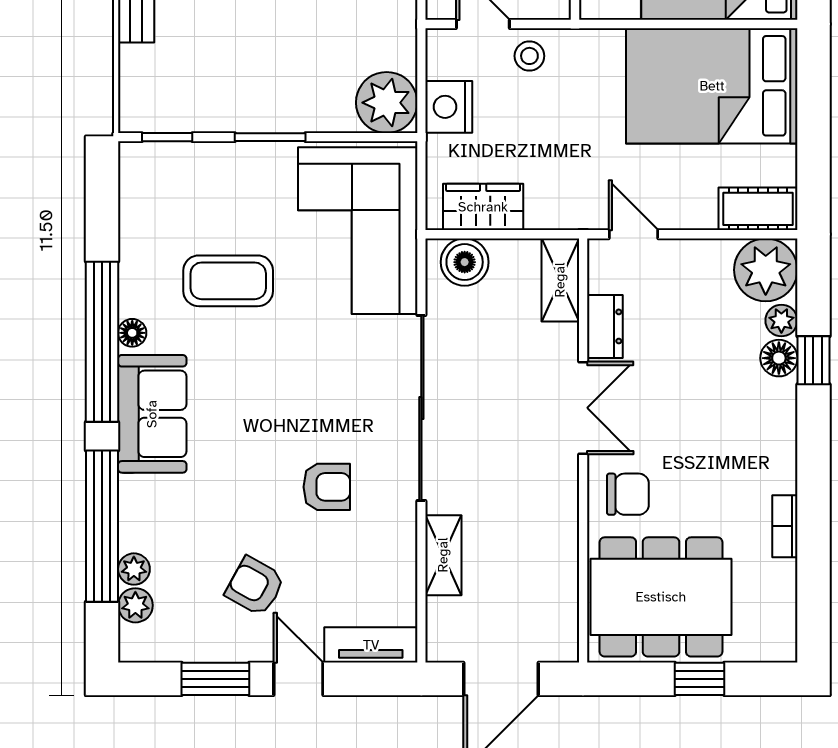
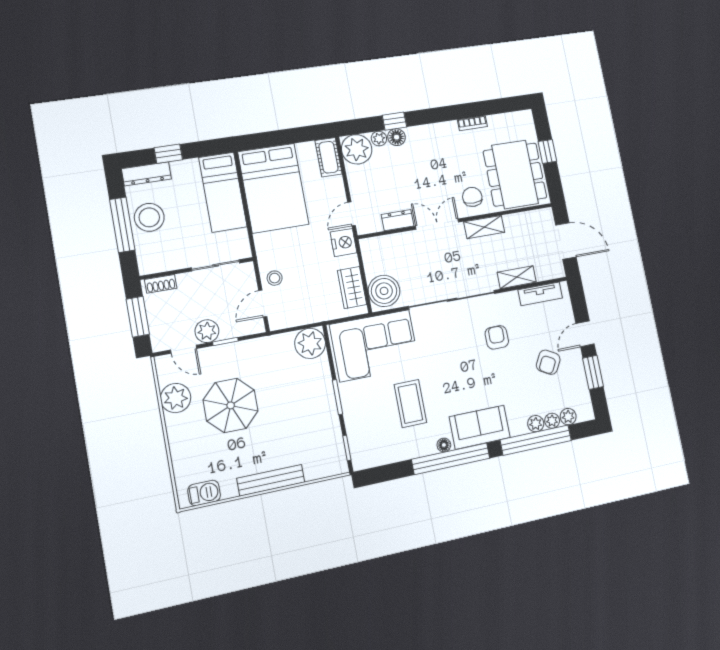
nightstand: (449, 107) -> (344, 242), moved, turned -90
boiler: (465, 262) -> (384, 291), width x1.37, depth x1.37
shelving: (560, 280) -> (484, 227), moved
plant: (135, 533) -> (536, 424), added
tv unit: (371, 645) -> (540, 294), moved, turned -90

